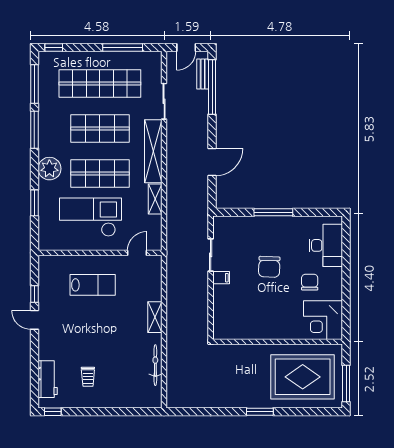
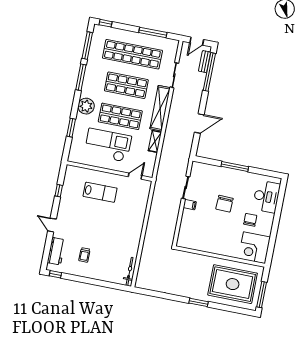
shelving: (155, 317) -> (139, 223), removed
door: (34, 320) -> (52, 225), moved
bicycle: (155, 365) -> (129, 271), moved

